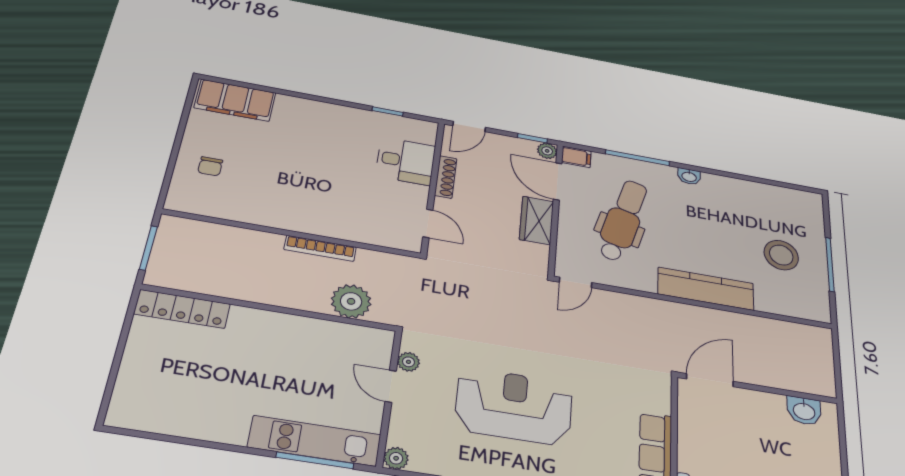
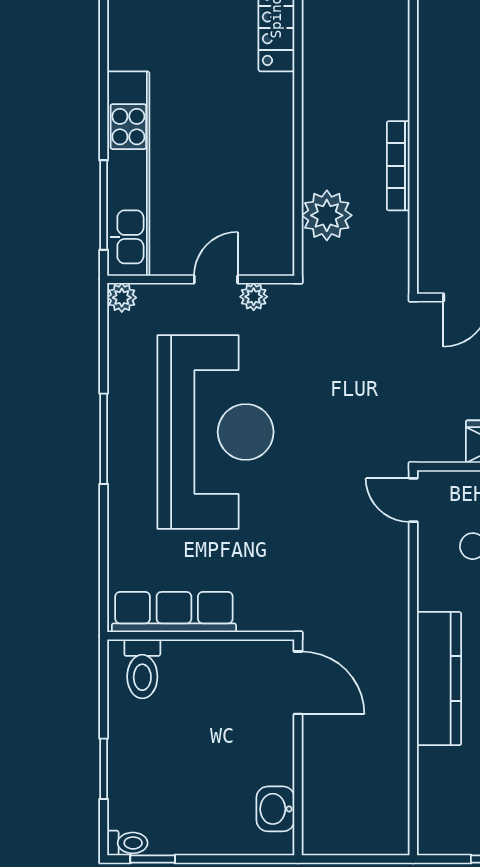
reception desk: (514, 406) -> (215, 432), width x1.36, depth x1.30
kitchen unit: (315, 441) -> (128, 174), width x1.36

